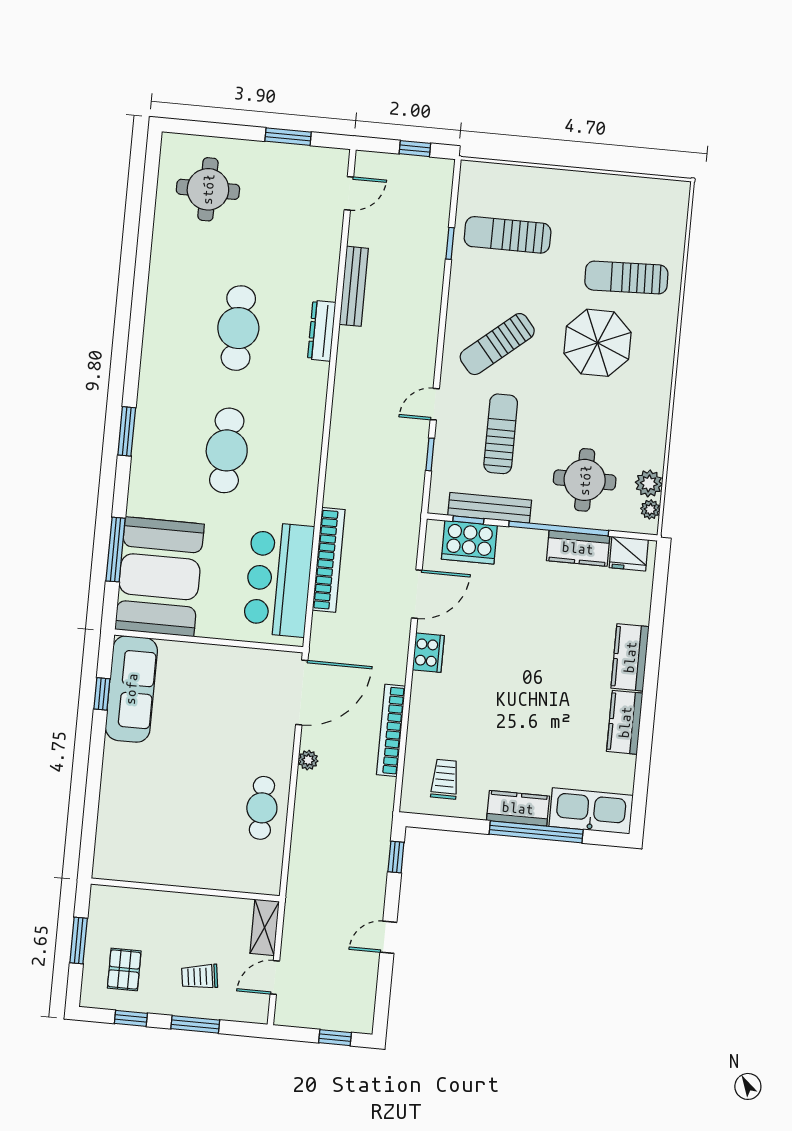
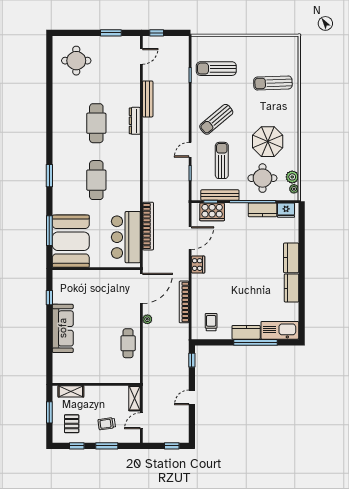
window: (415, 149) -> (157, 33), moved
parasol: (597, 343) -> (268, 142), moved
sofa: (131, 689) -> (63, 328), moved
shelving: (129, 900) -> (71, 391), added

